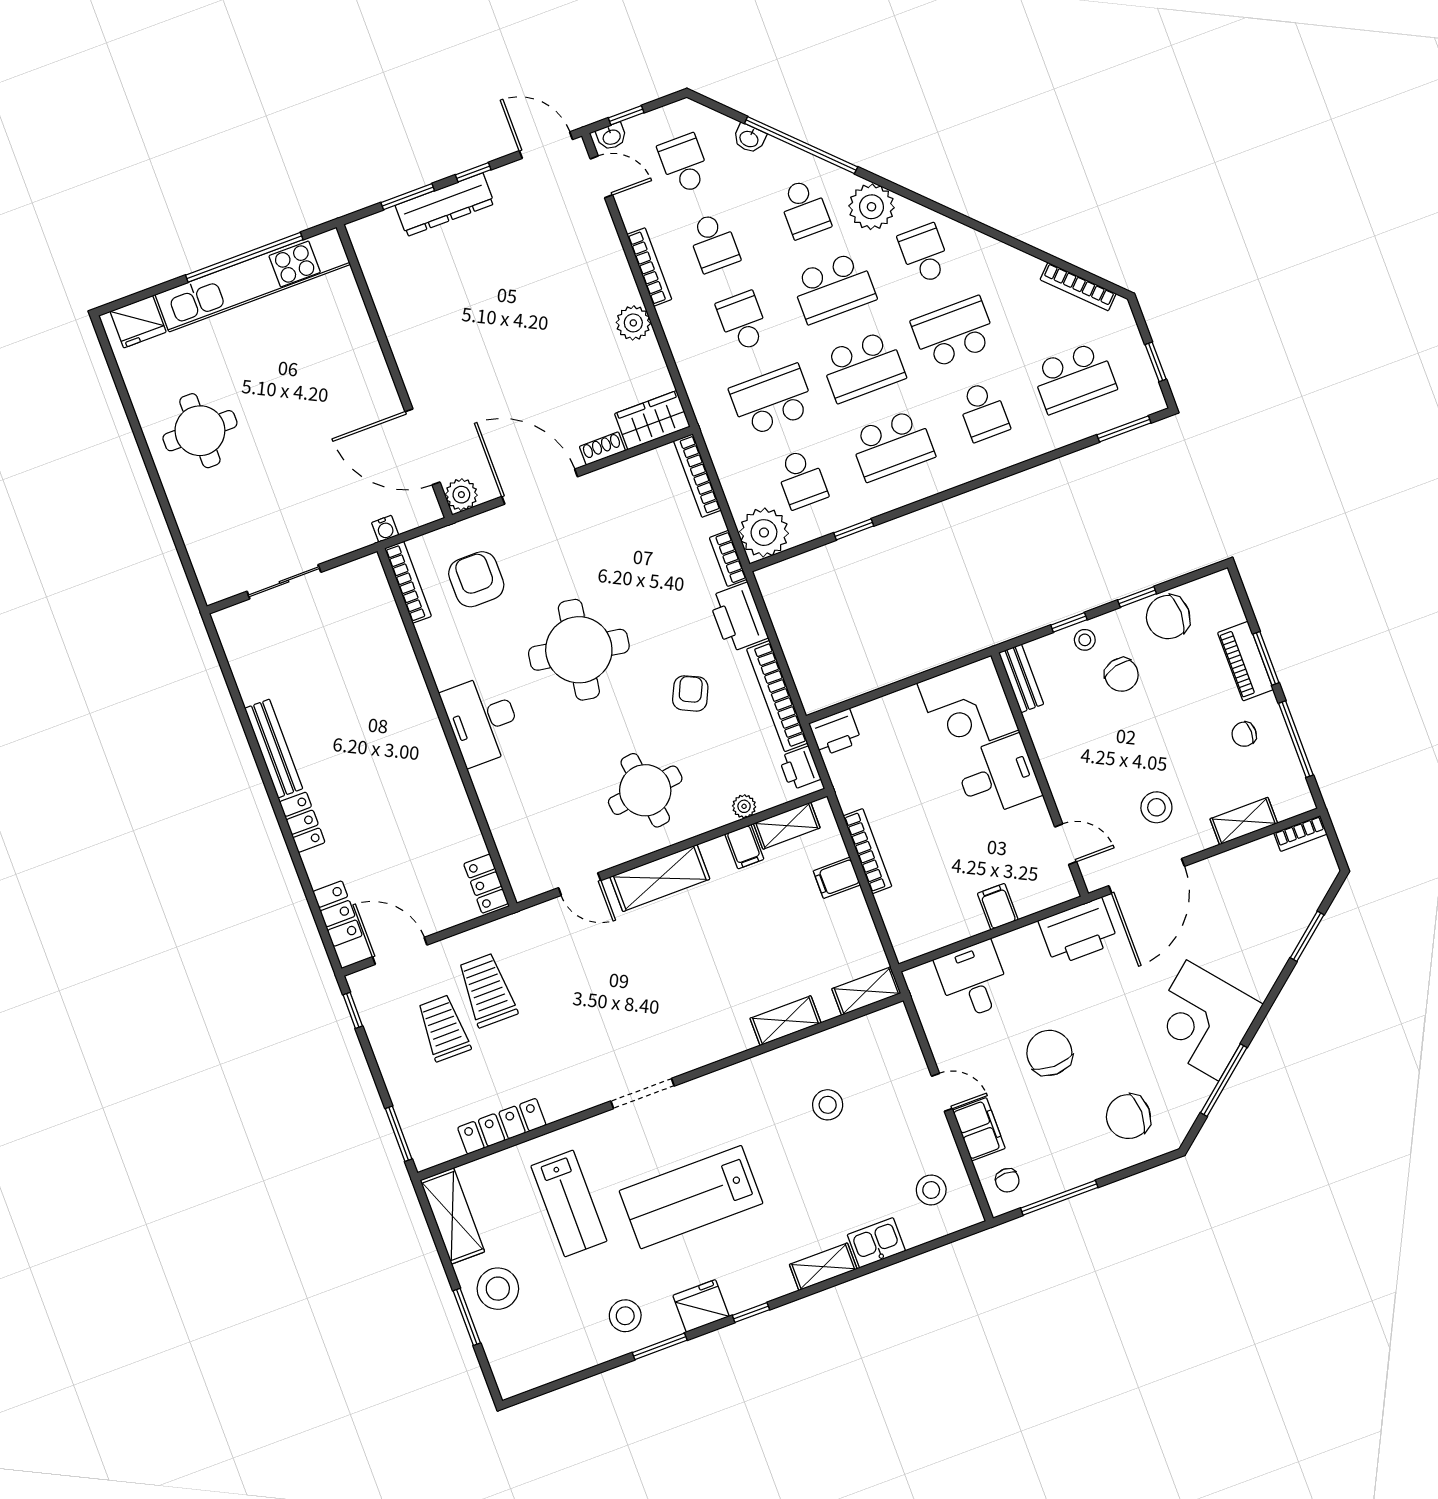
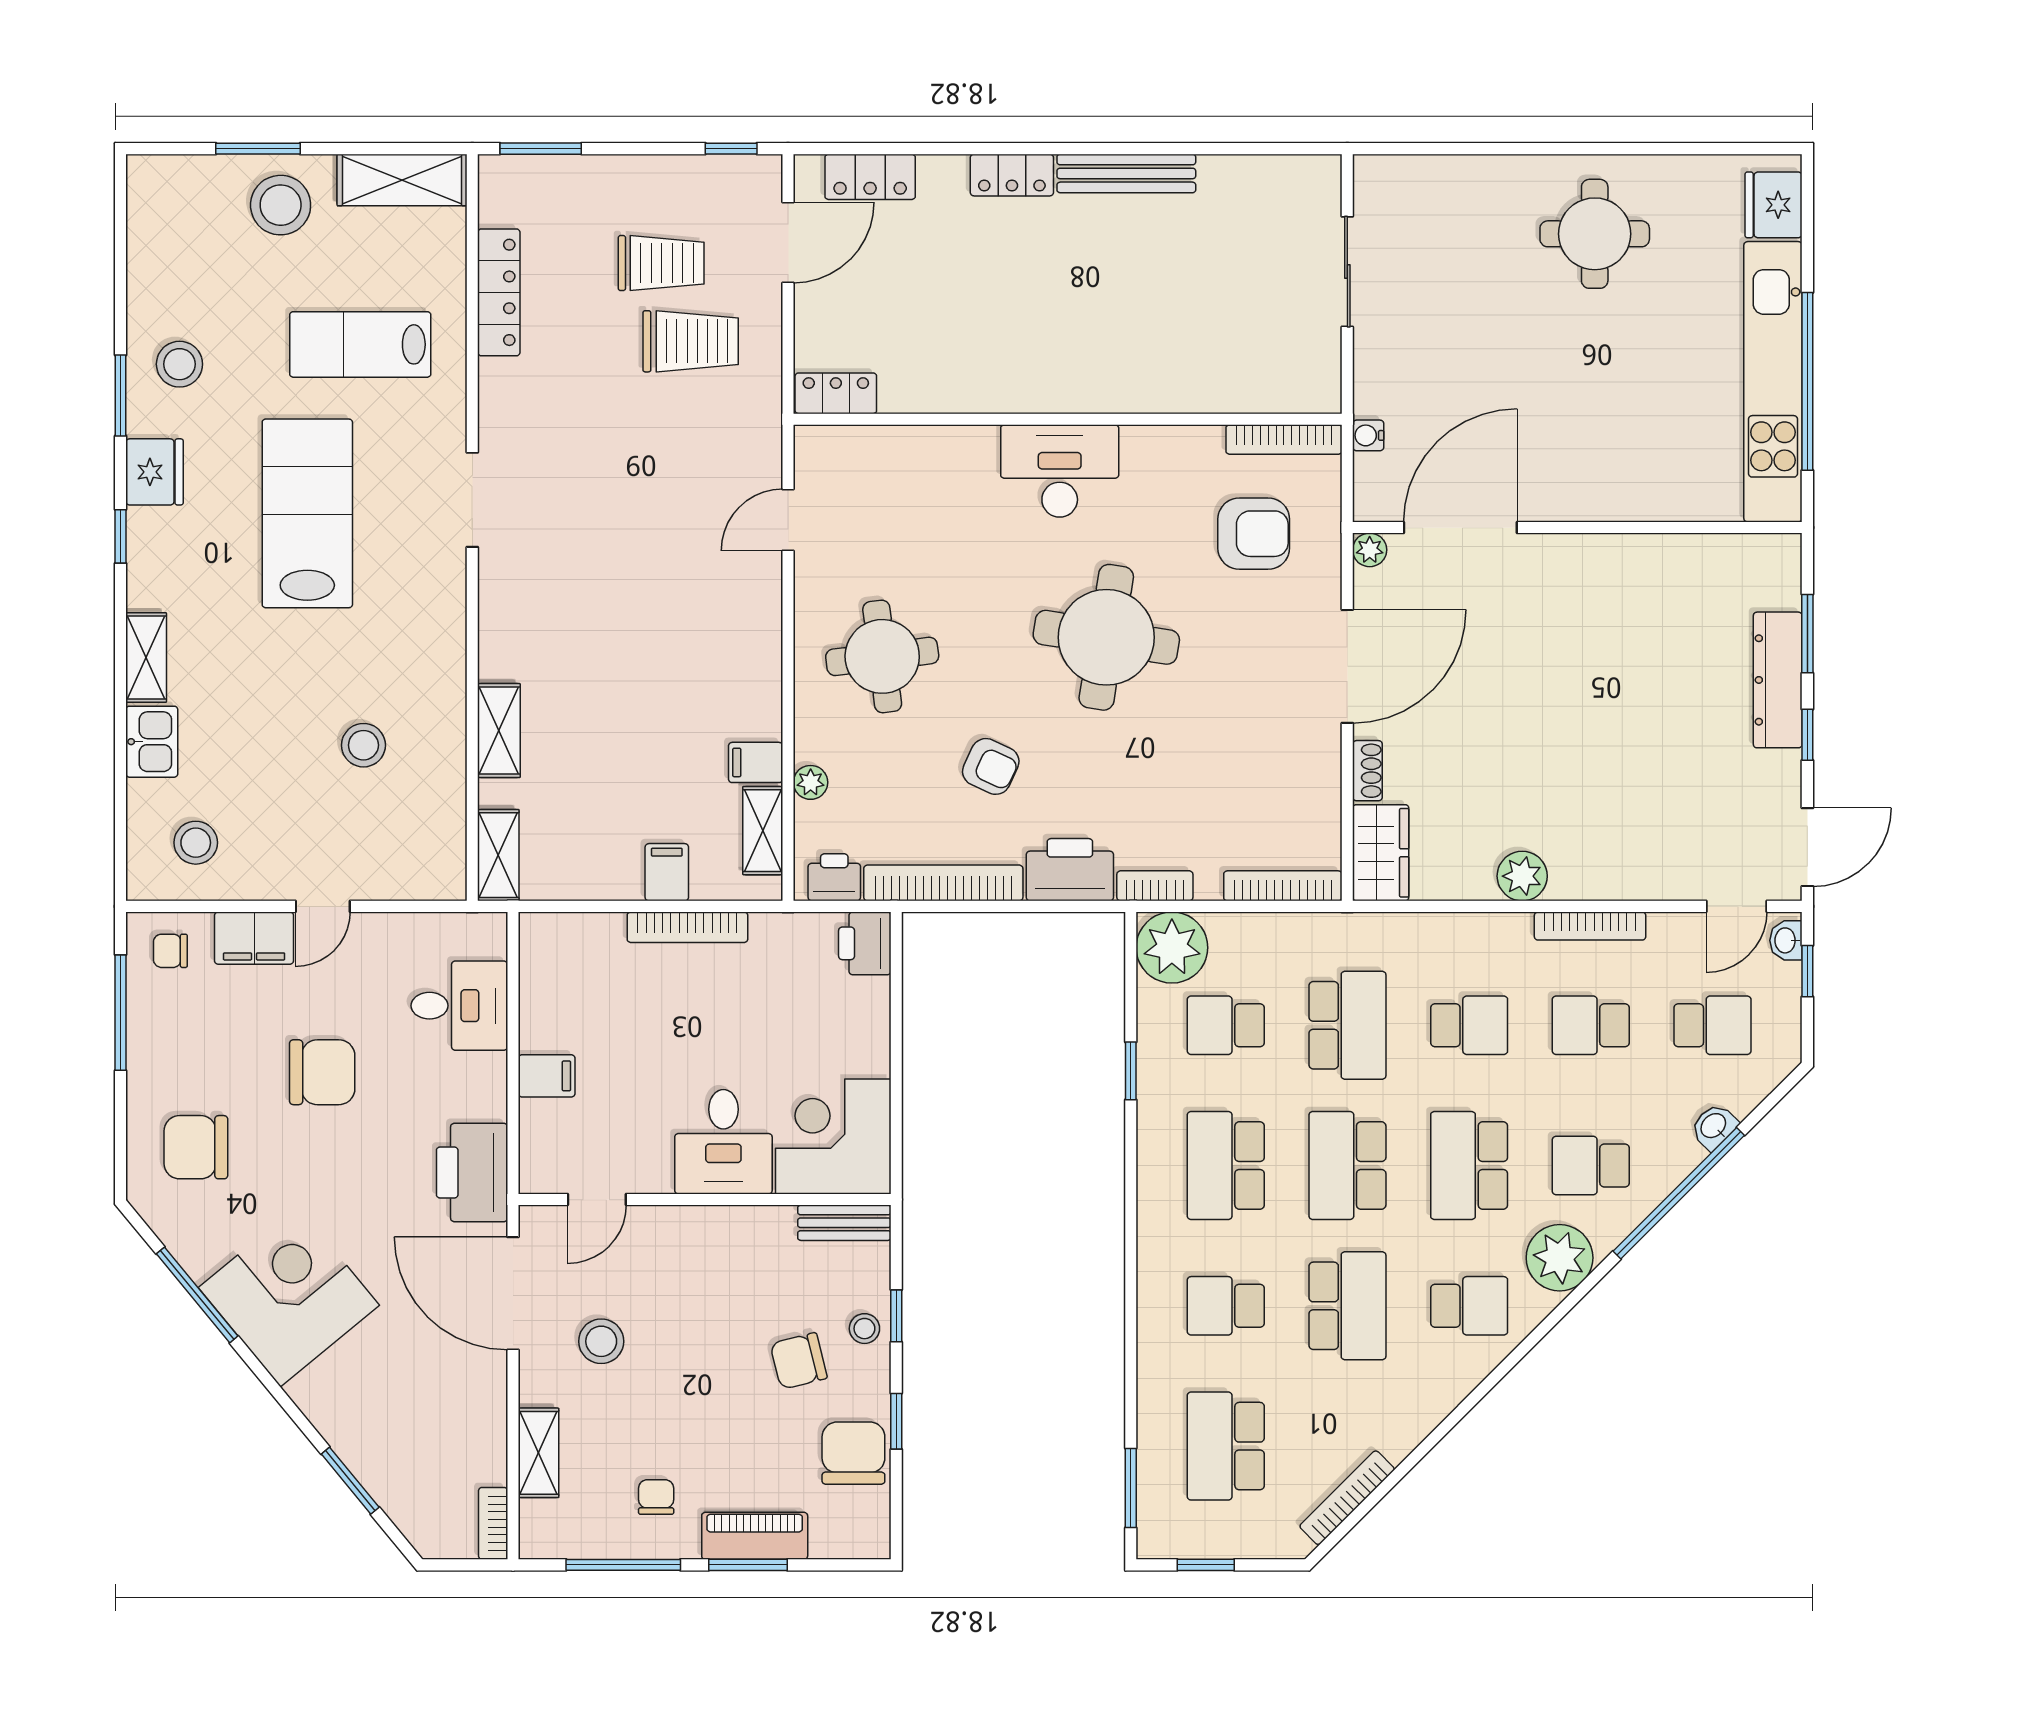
plant: (461, 495) -> (1370, 550), width x0.73, depth x0.73
shelving: (660, 878) -> (756, 632), removed
chair: (1128, 1117) -> (196, 1147), turned -90

